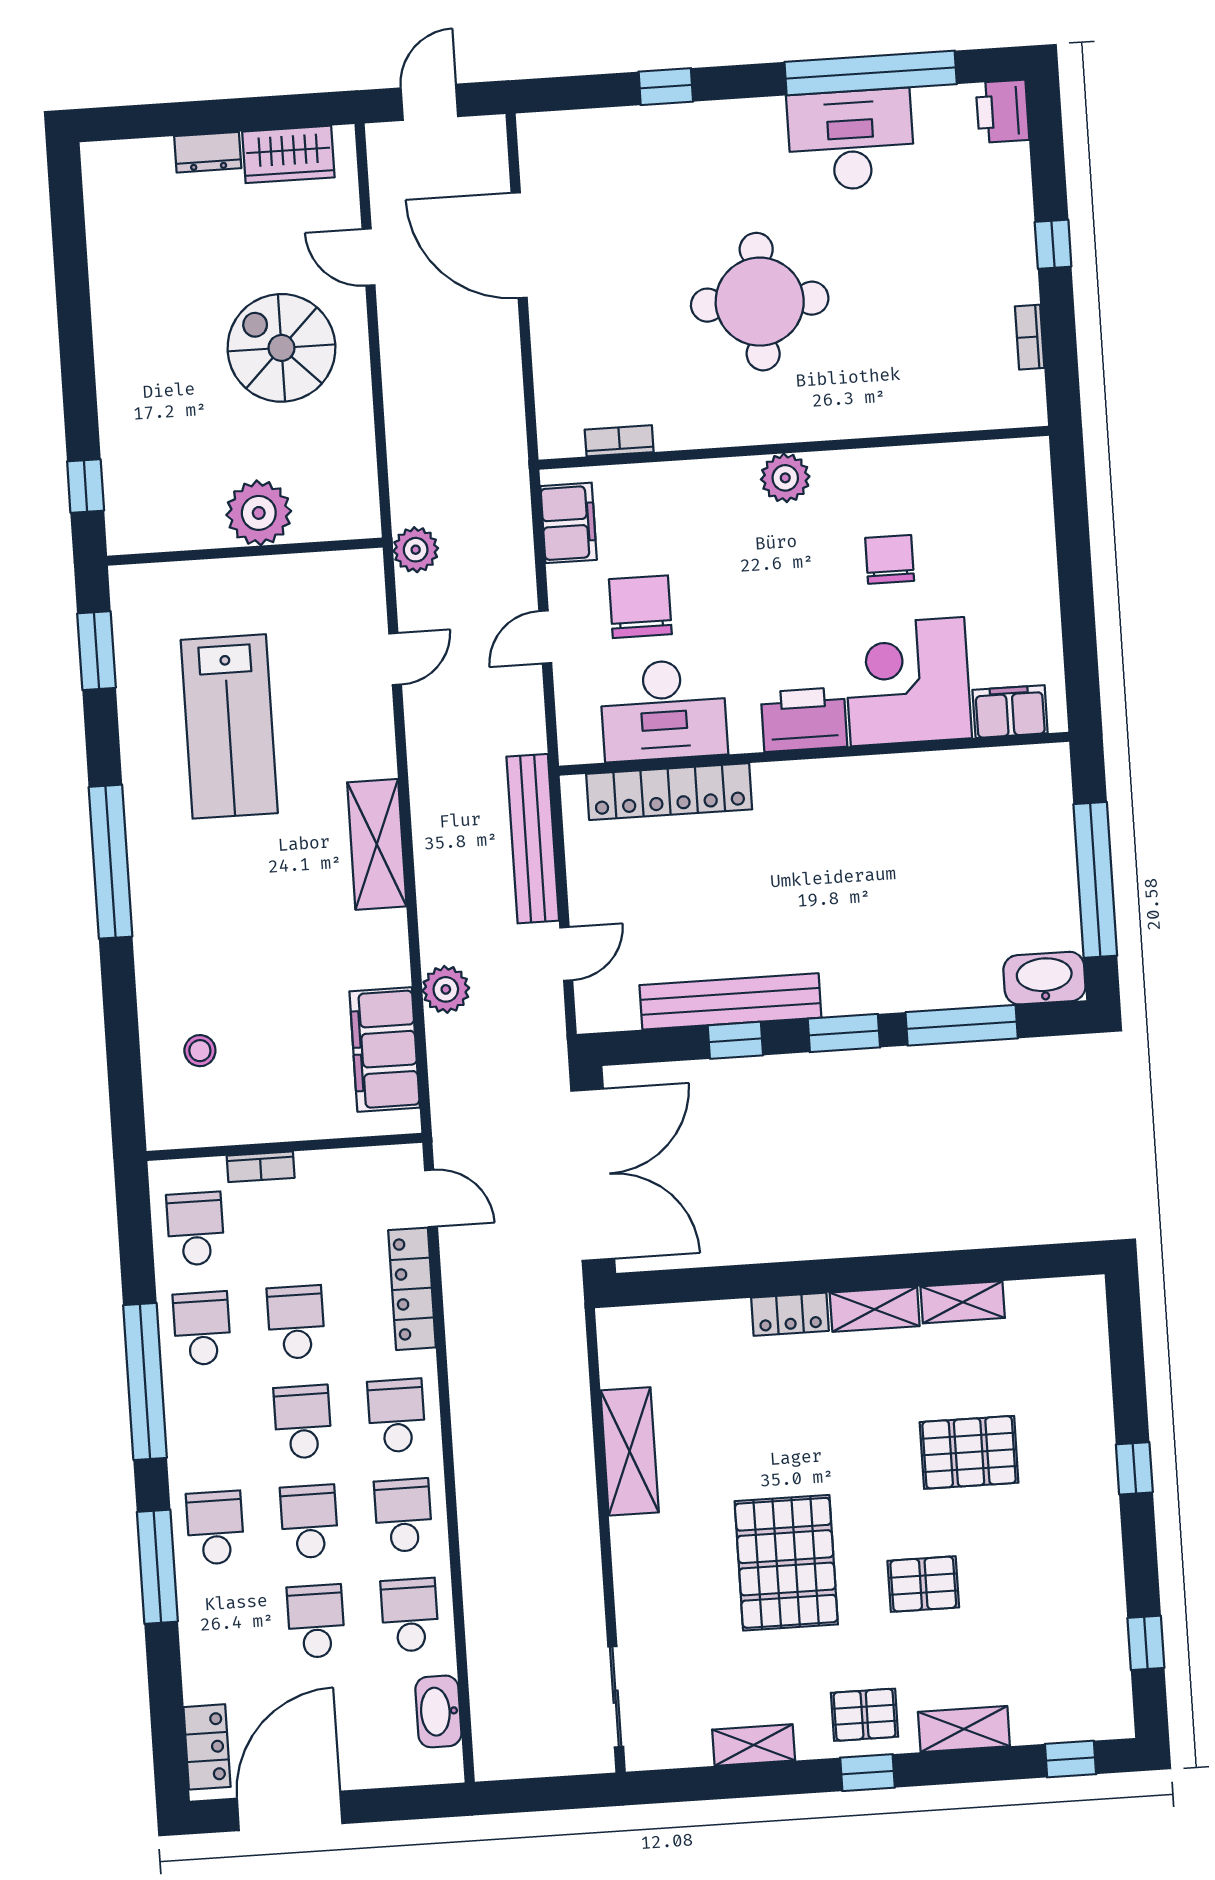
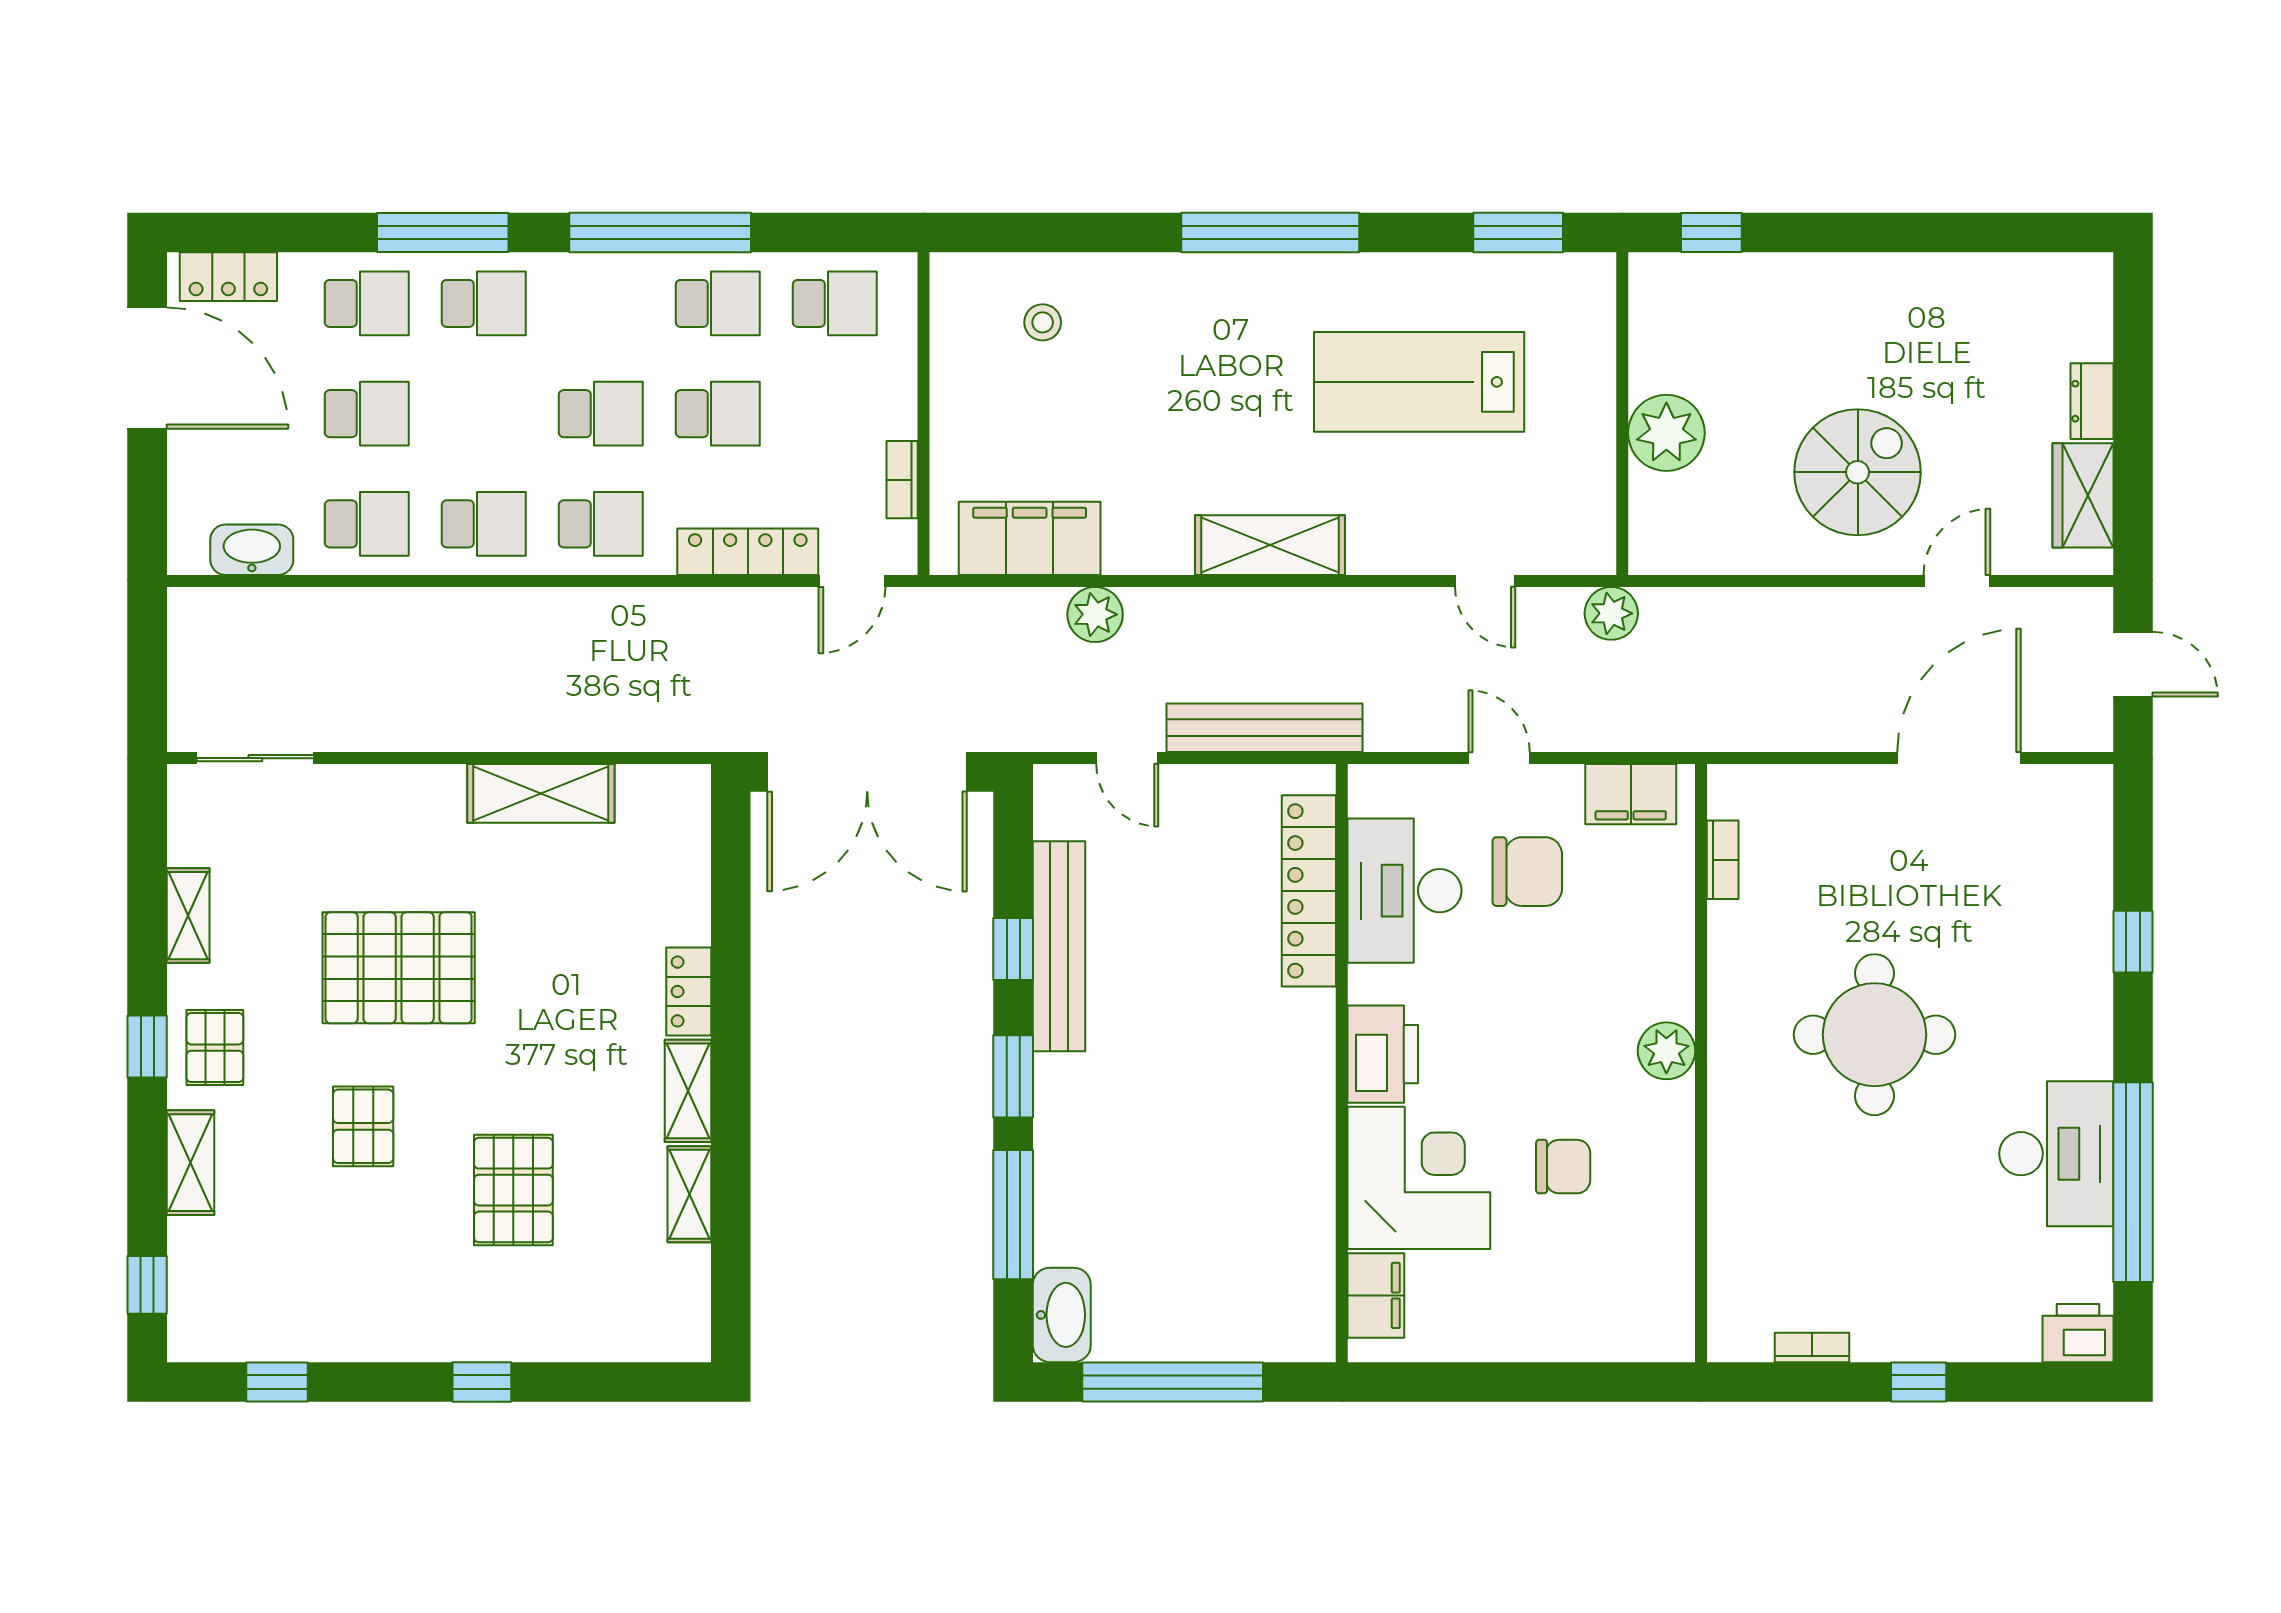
bookcase: (261, 1167) -> (902, 480), moved
school desk: (309, 1522) -> (367, 303), moved

